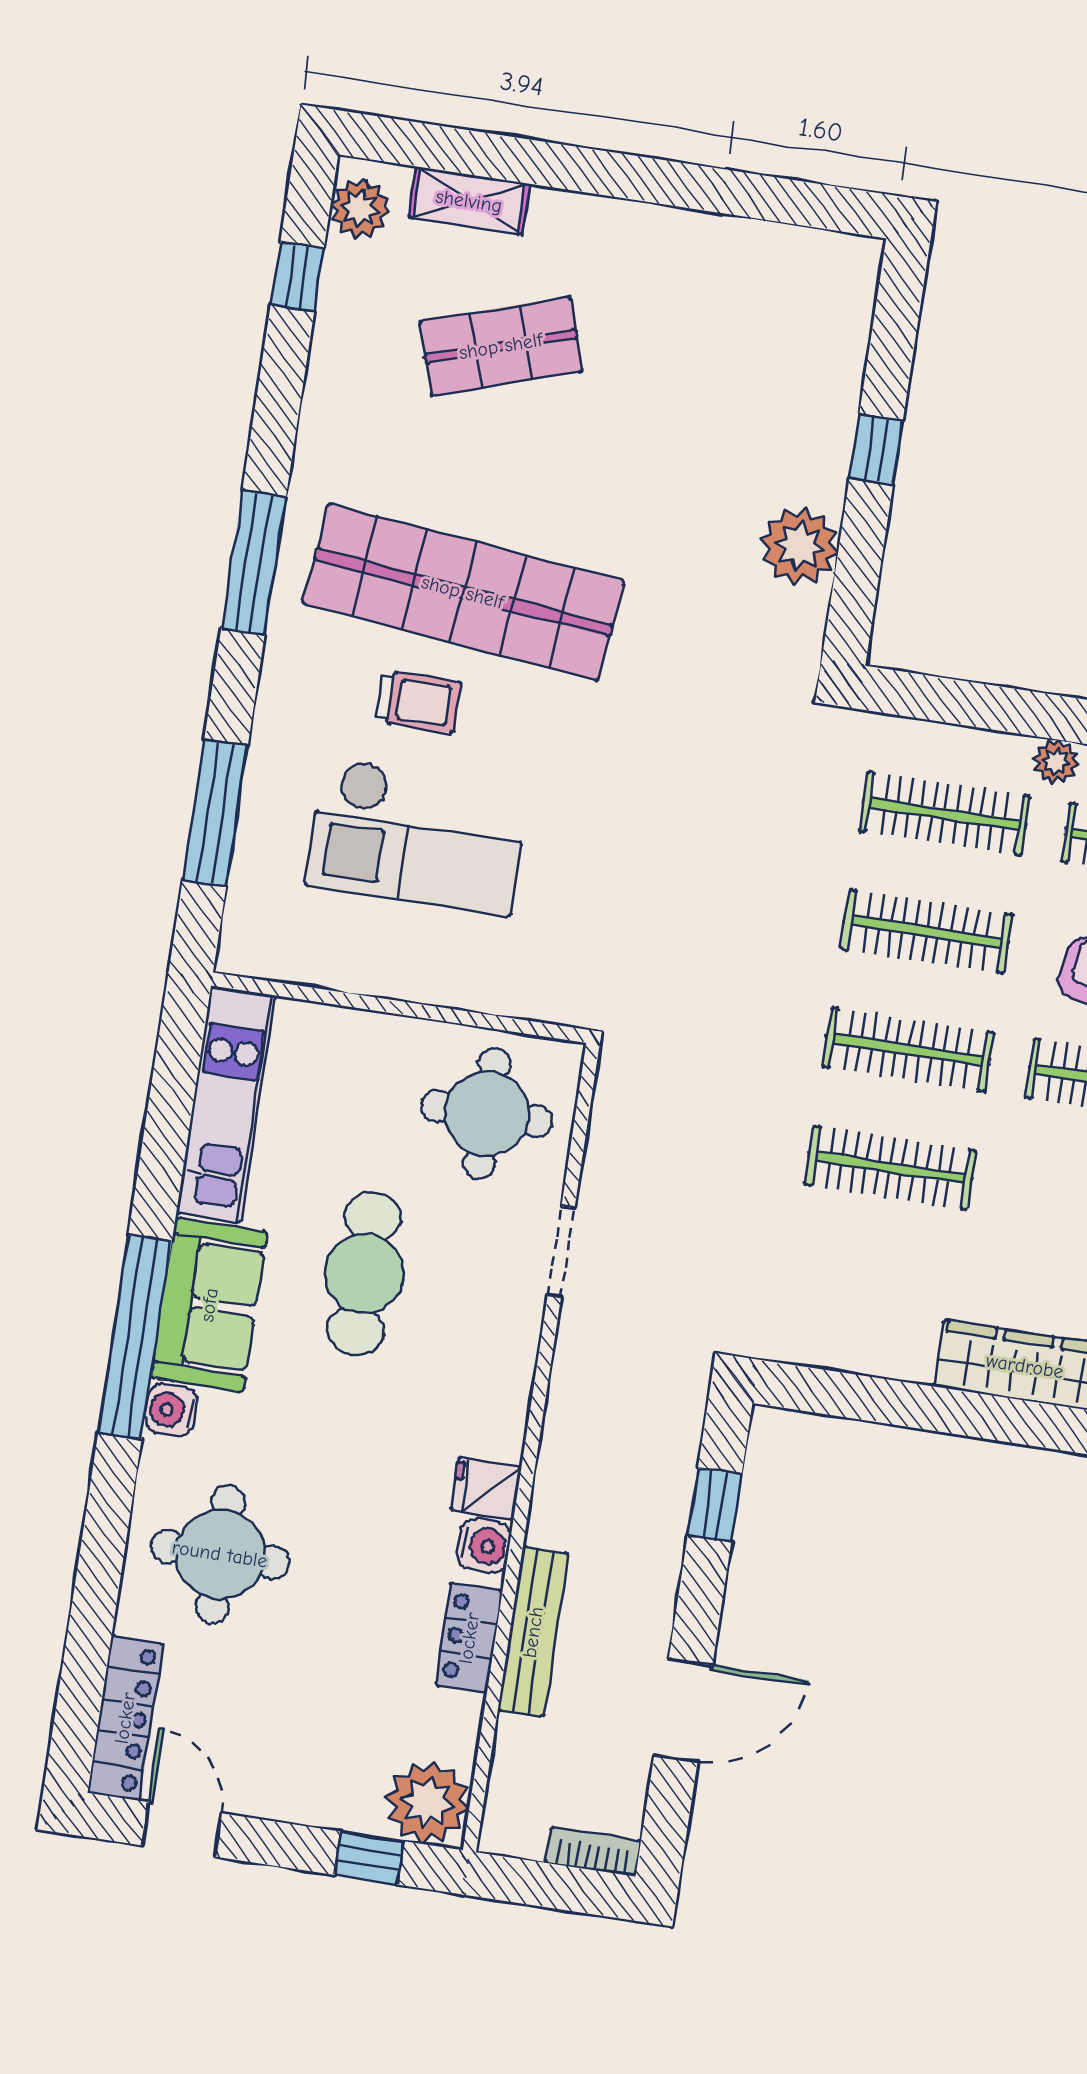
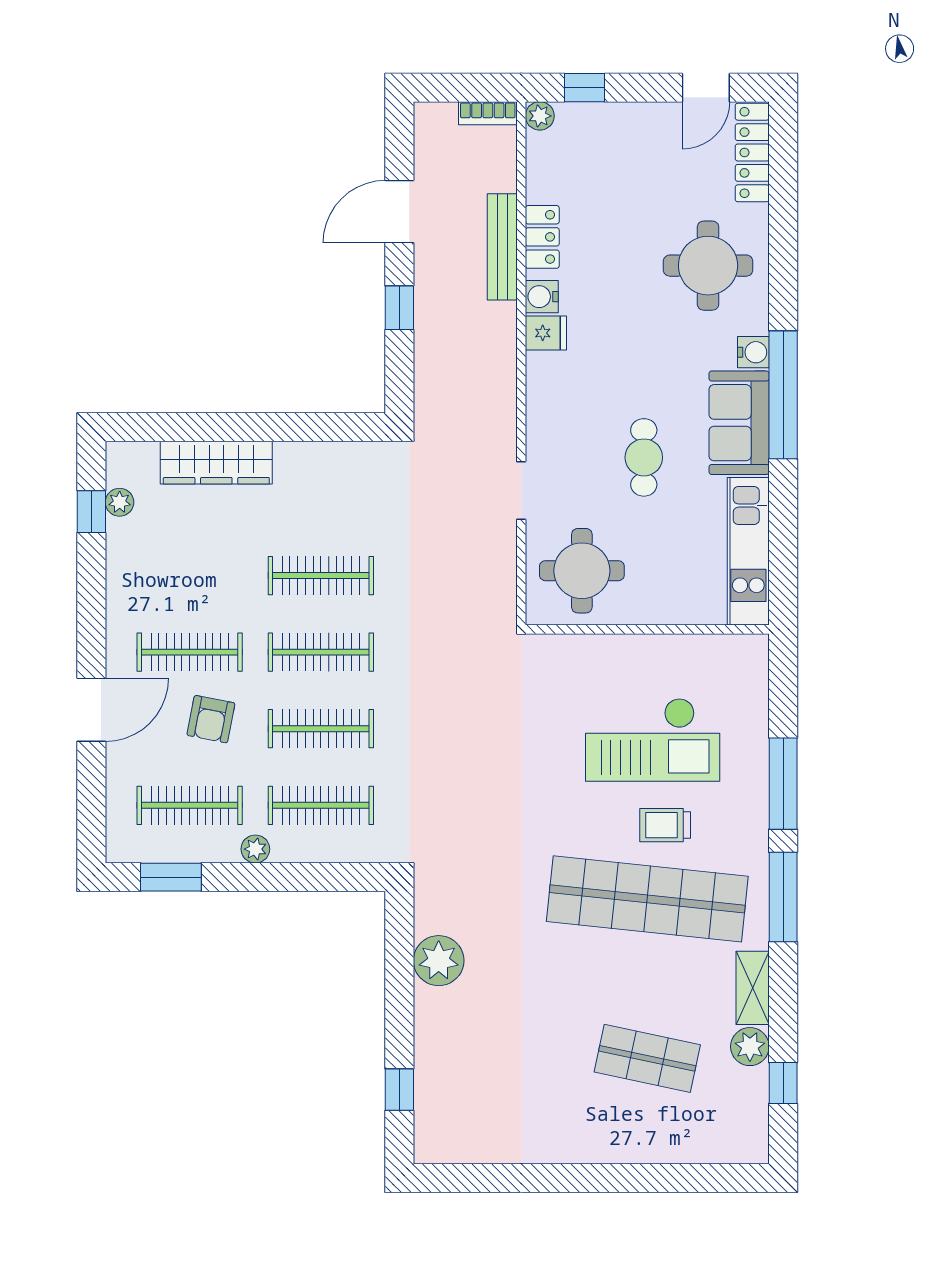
shelving: (469, 201) -> (753, 988), moved, turned 90
plant: (360, 208) -> (750, 1047), moved
shop shelf: (501, 346) -> (647, 1058), turned 30
window: (876, 449) -> (399, 1090), moved
window: (215, 813) -> (783, 784), moved
checkout: (417, 836) -> (653, 740), turned 180
cafe table: (364, 1274) -> (644, 457), width x0.73, depth x0.74
window: (715, 1505) -> (399, 308), moved
plant: (428, 1802) -> (540, 116), width x0.53, depth x0.53
door: (182, 1829) -> (706, 88), hinge flipped
bookcase: (593, 1852) -> (488, 113), moved

